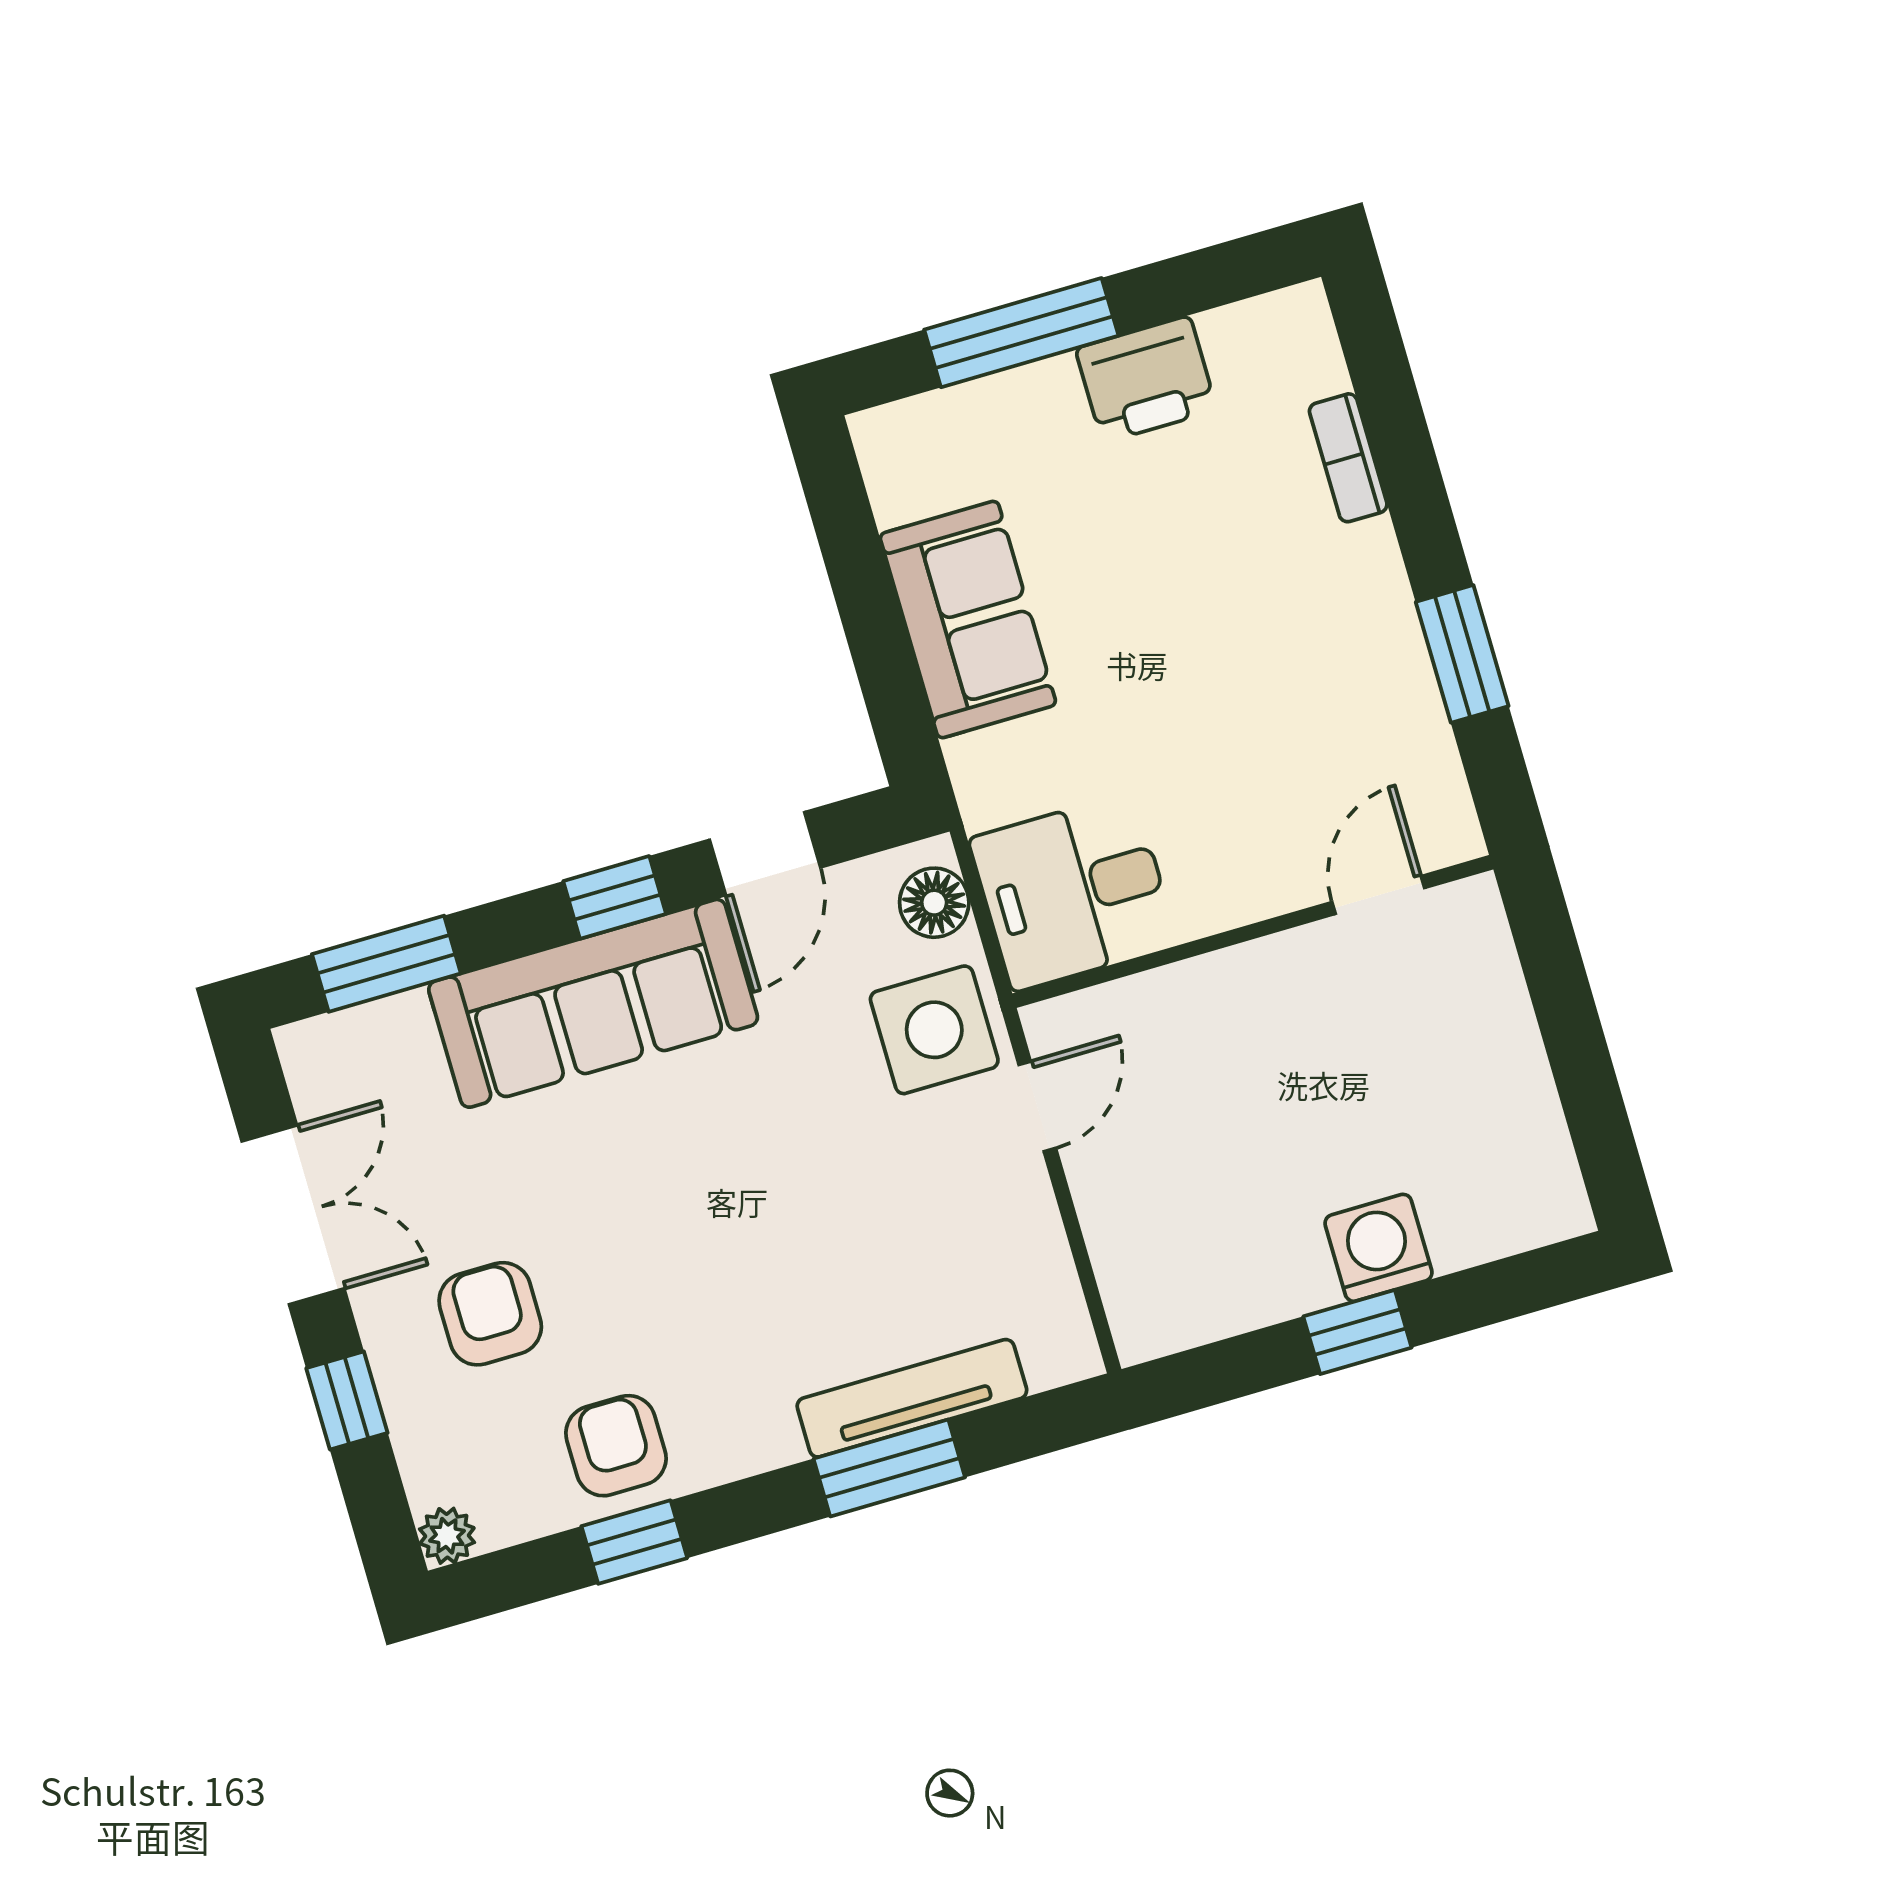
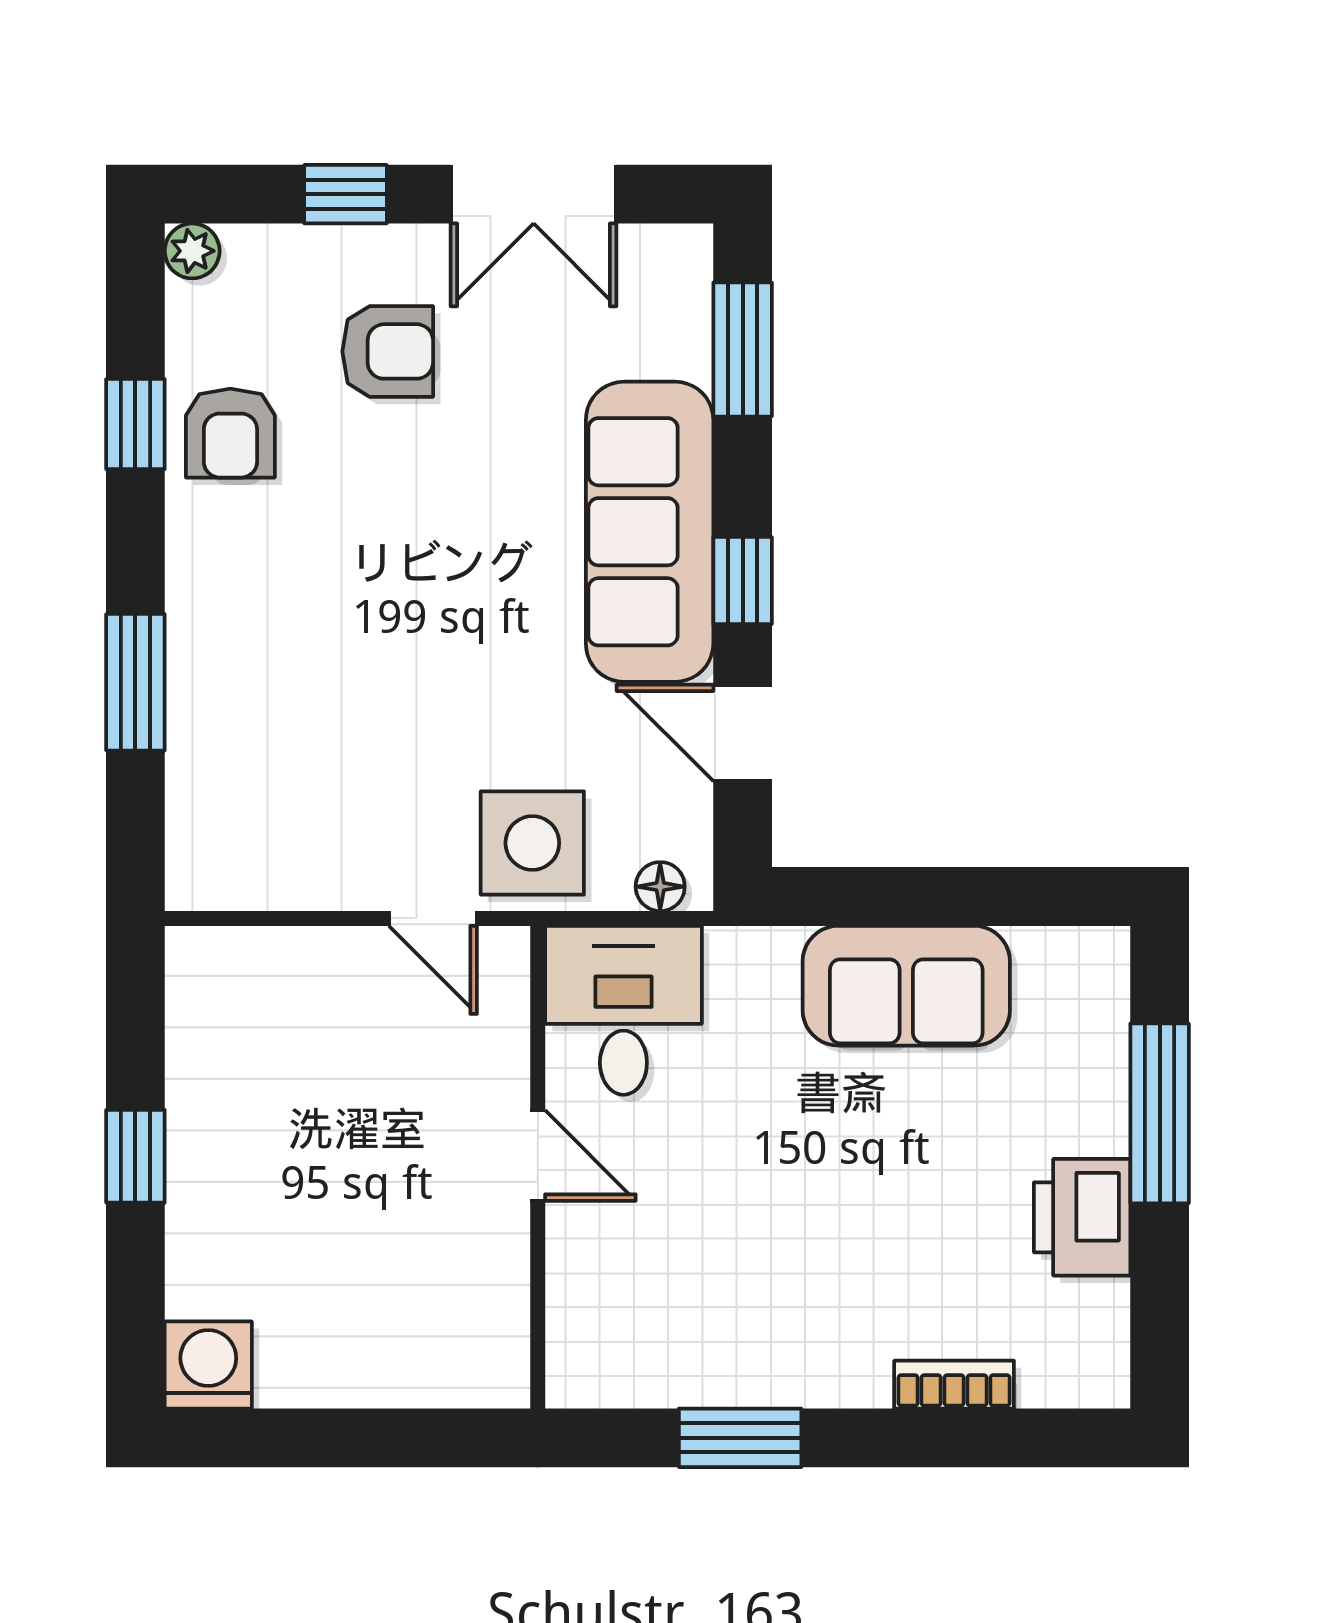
door: (1378, 895) -> (538, 1156), moved
floor lamp: (934, 903) -> (660, 887), width x0.73, depth x0.73
washing machine: (1378, 1248) -> (208, 1365), moved, turned -90
tv unit: (912, 1398) -> (194, 722), removed
armchair: (616, 1446) -> (230, 433), turned 90

